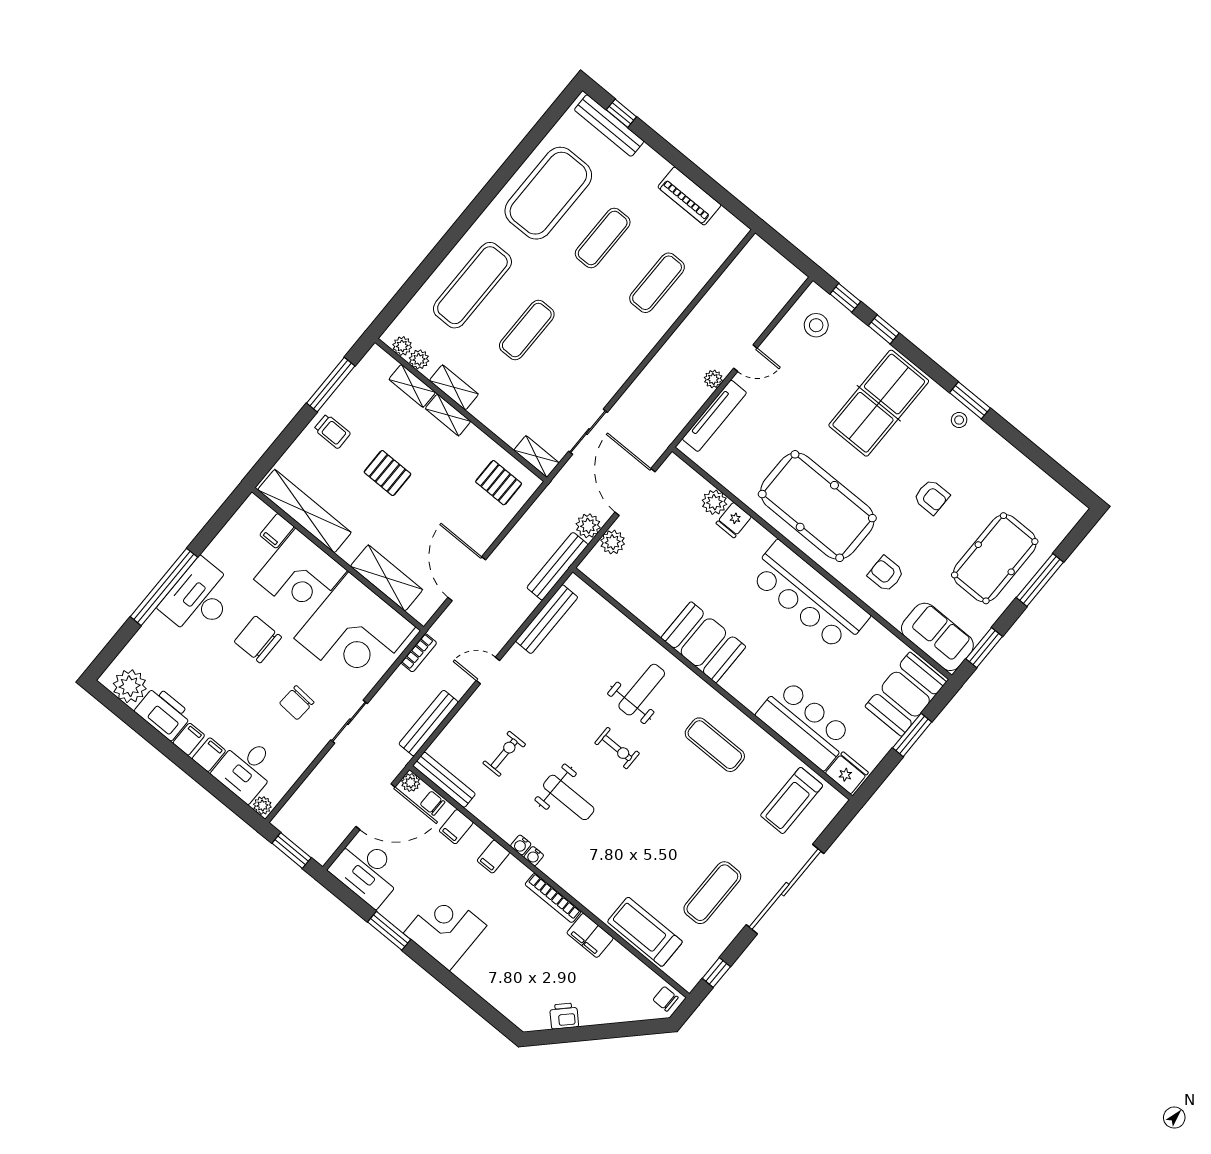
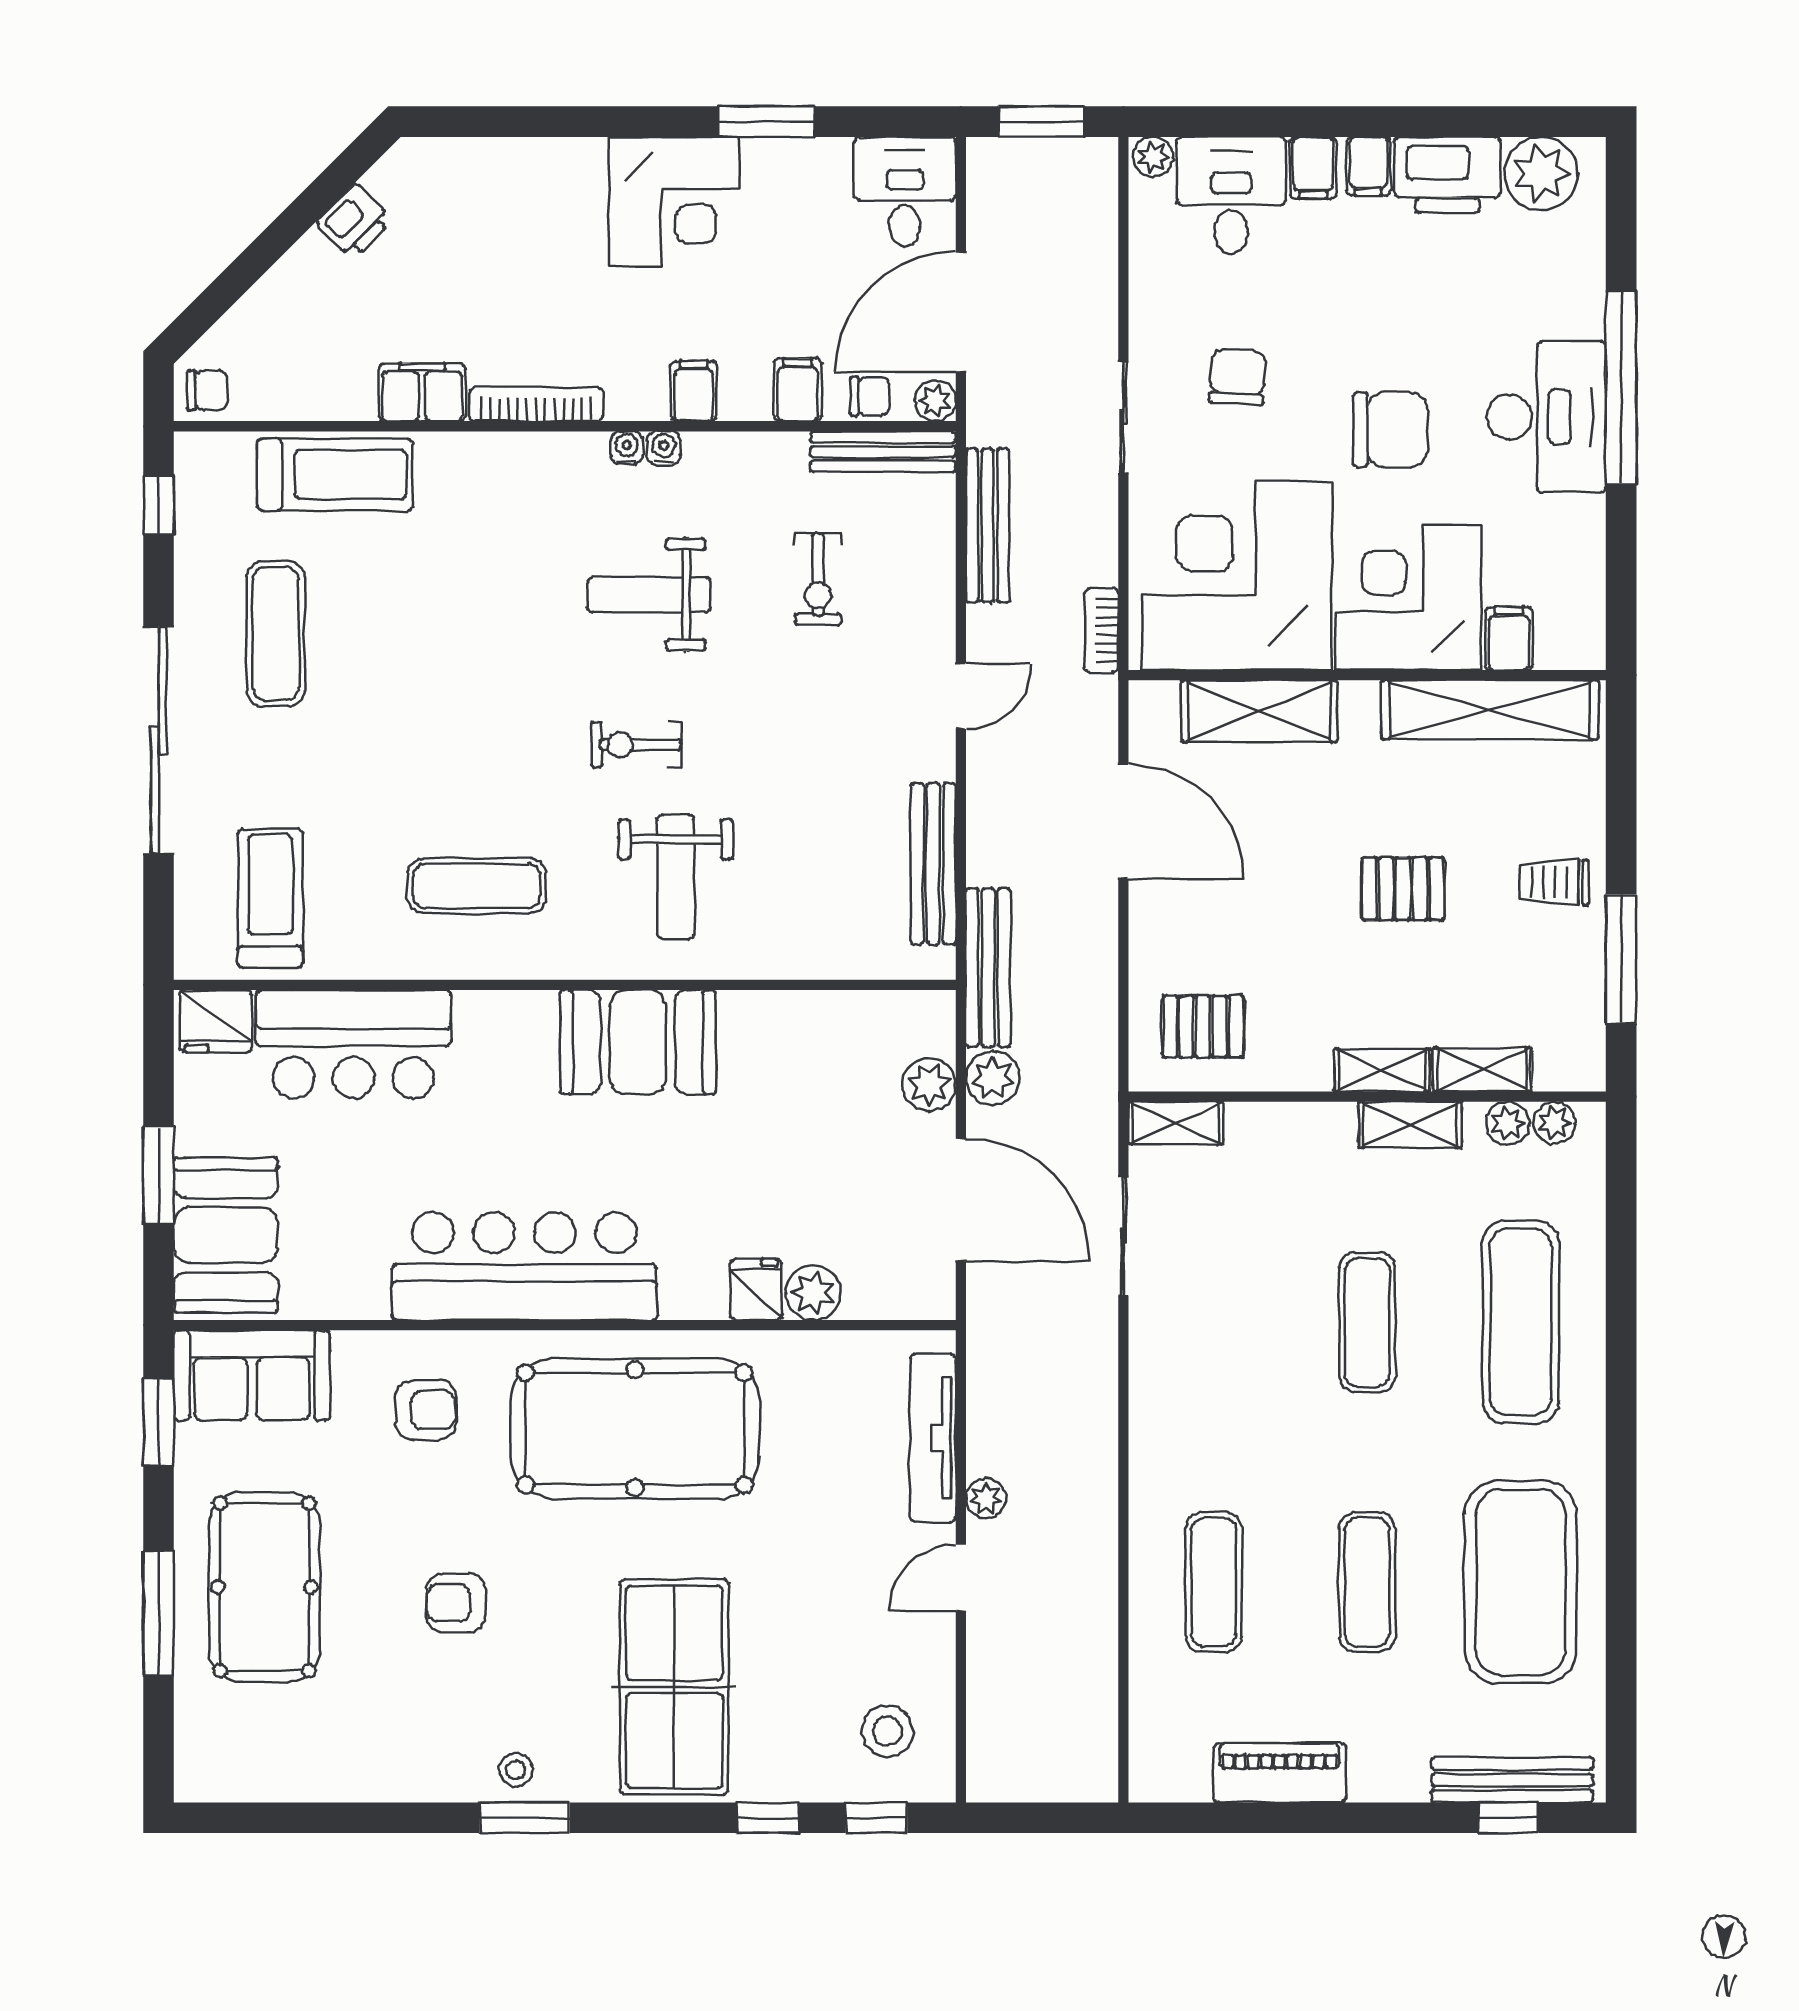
desk: (367, 871) -> (905, 192), width x0.73

